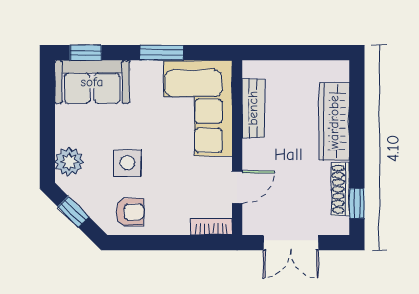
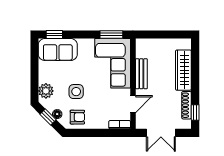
window: (162, 53) -> (111, 34), moved
bench: (253, 108) -> (141, 74), moved
floor lamp: (91, 206) -> (57, 114), added

